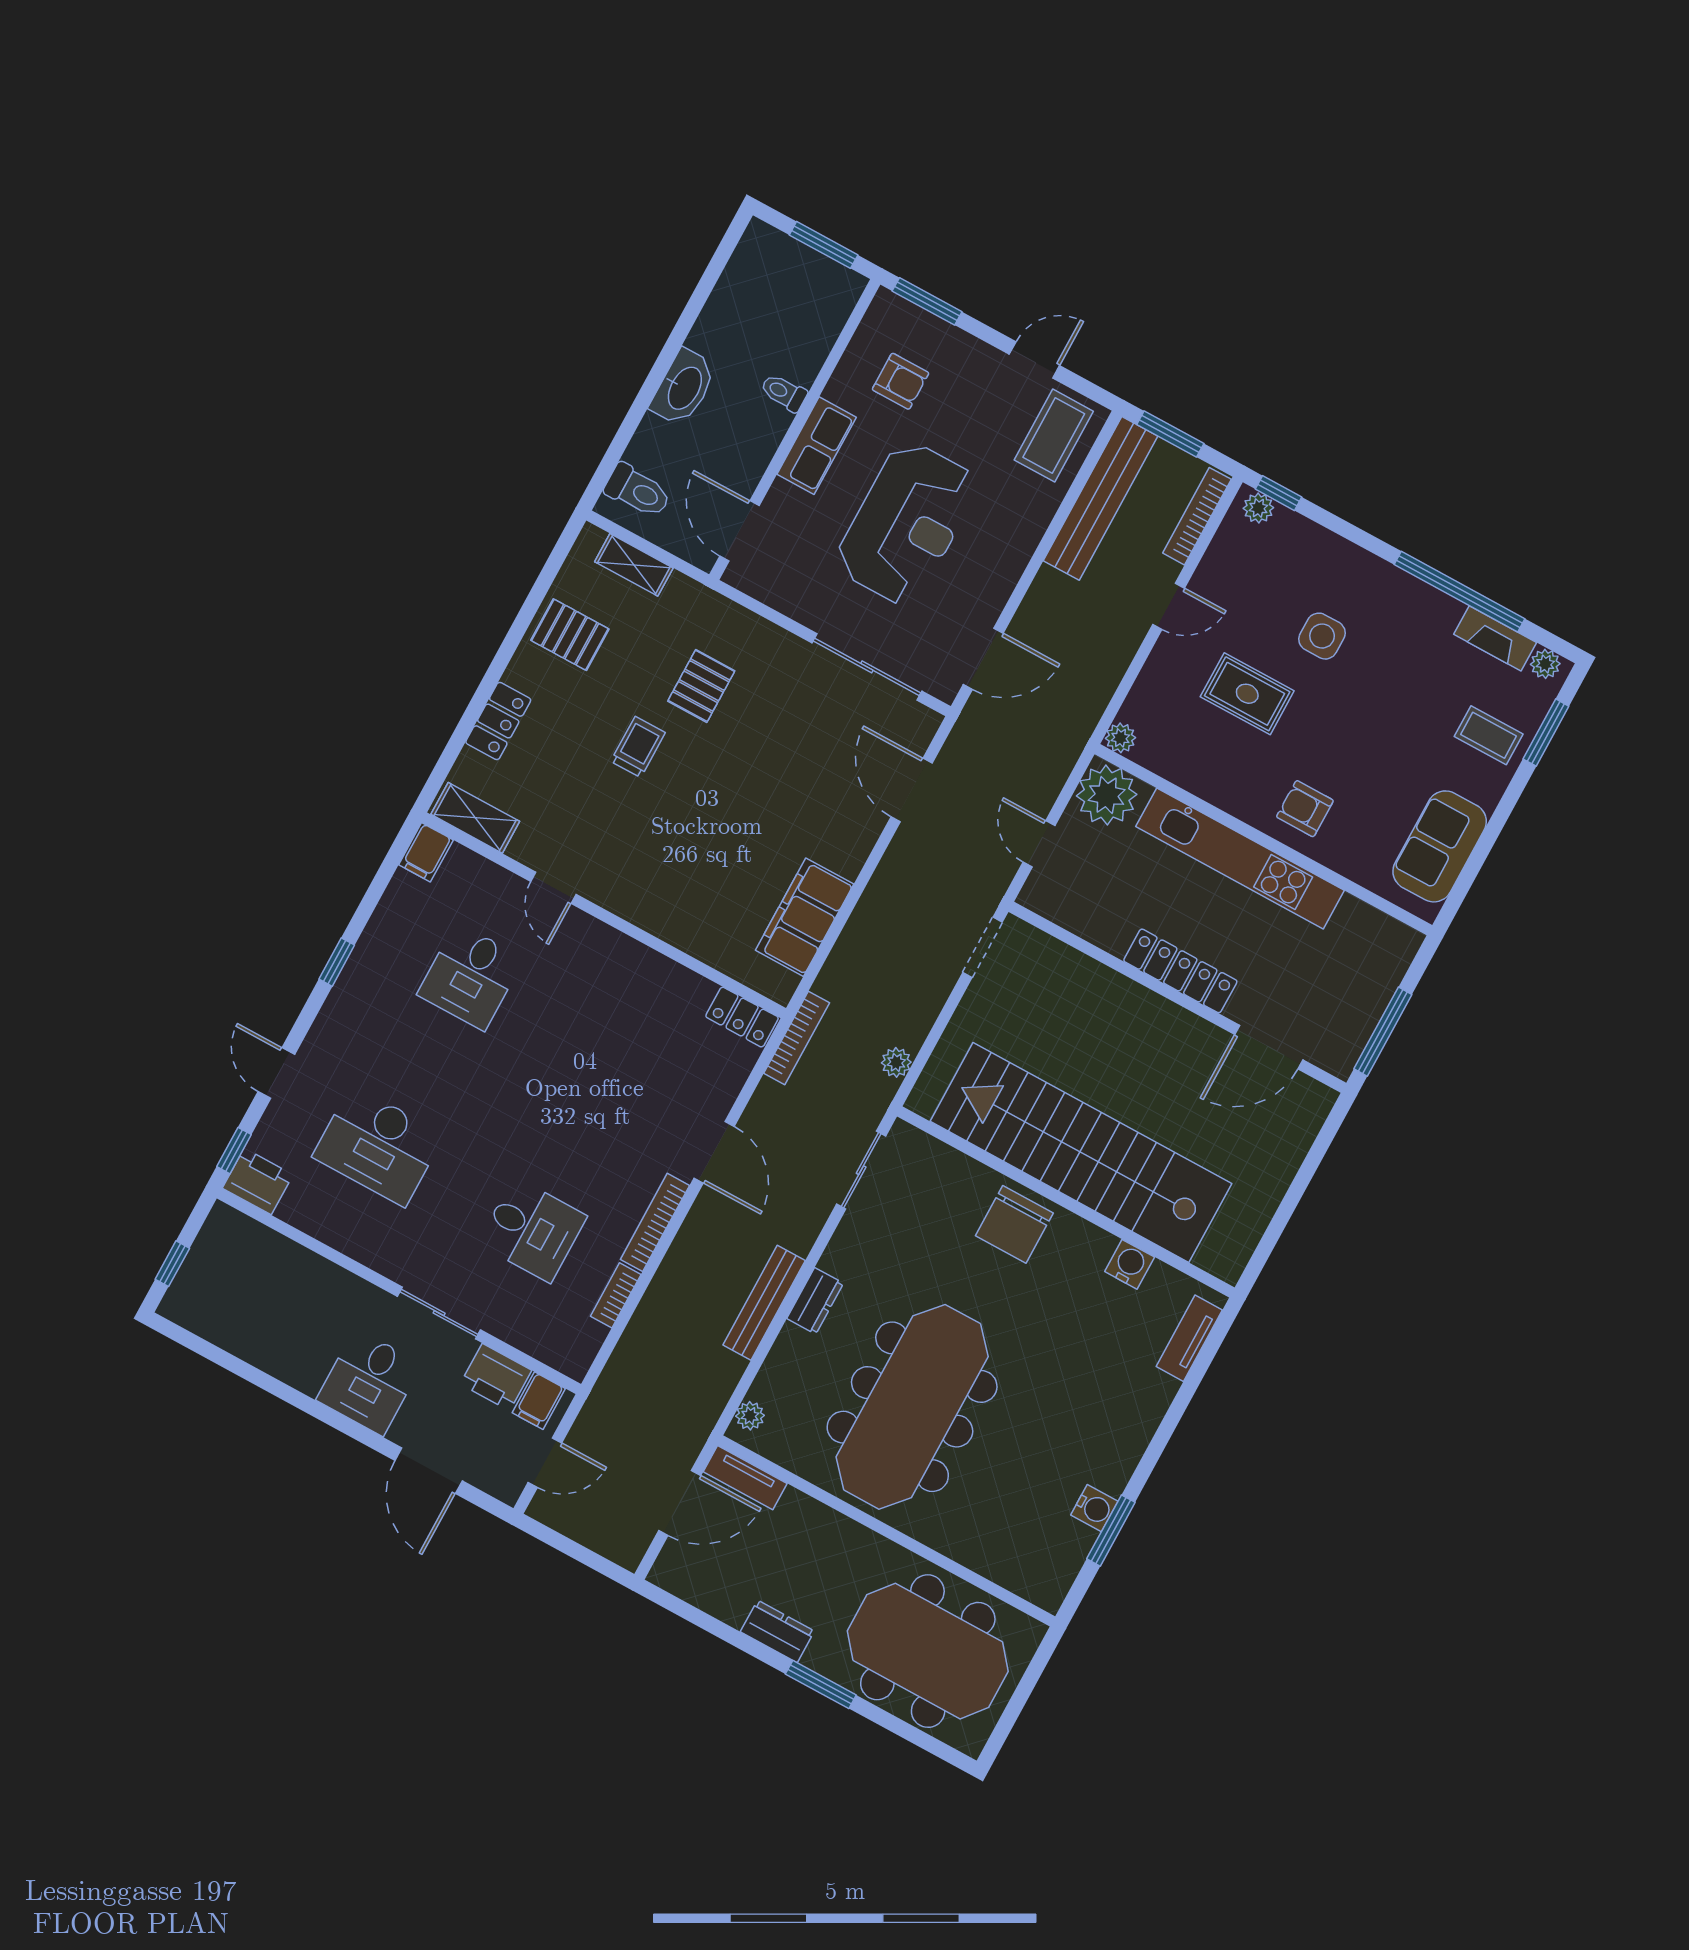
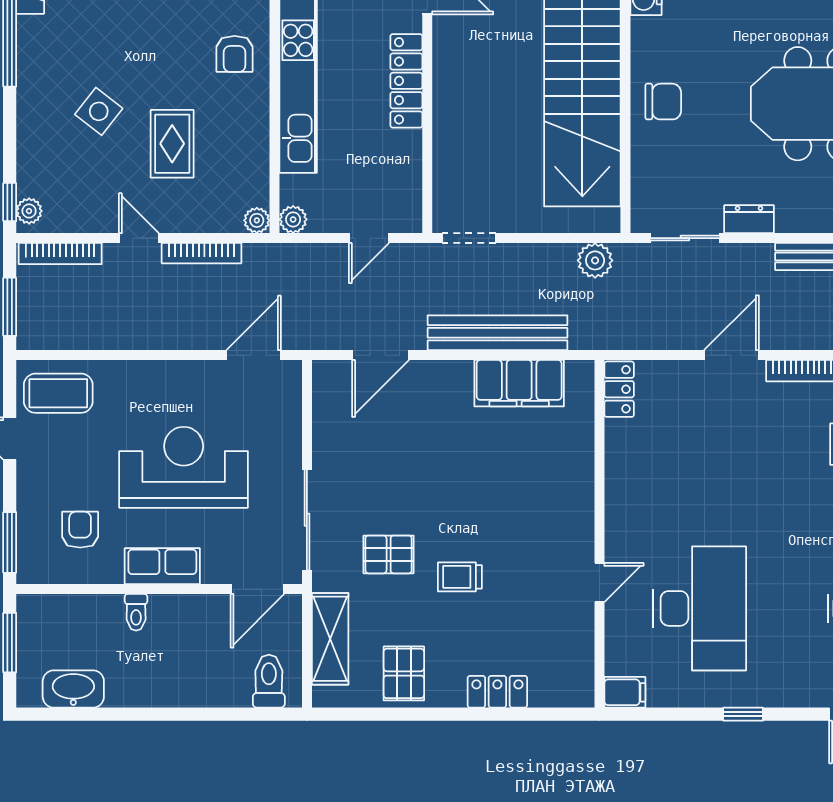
washbasin: (684, 388) -> (73, 689), moved
bench: (1100, 498) -> (498, 333), moved
shelving: (634, 565) -> (330, 639), width x1.50, depth x1.33
side table: (1322, 636) -> (99, 111), turned 38
door: (983, 659) -> (254, 355), hinge flipped
sliding door: (867, 667) -> (307, 520), moved
plant: (1107, 795) -> (293, 219), width x0.53, depth x0.53
shelving: (475, 818) -> (579, 670), removed
desk: (470, 977) -> (700, 608), width x1.87, depth x1.30
bookcase: (797, 1038) -> (201, 253), moved, turned 180
plant: (896, 1062) -> (595, 260), width x1.38, depth x1.38
chair: (1014, 1224) -> (663, 102), width x0.73, depth x0.73
dresser: (815, 1301) -> (749, 219), moved

